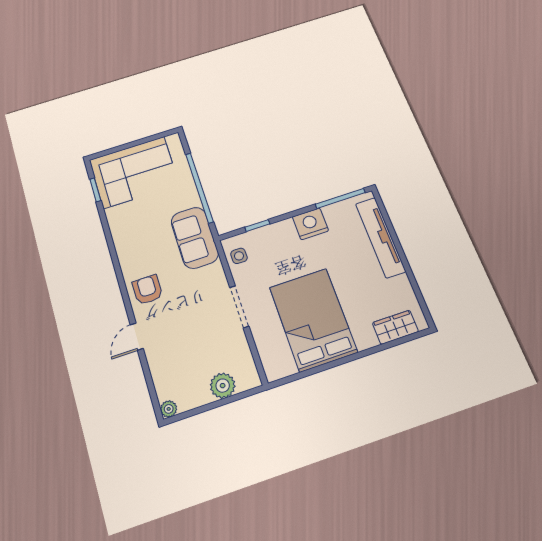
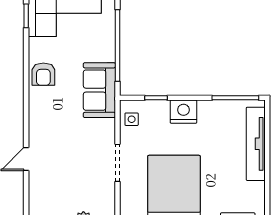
nightstand: (310, 224) -> (183, 112), moved
armchair: (147, 290) -> (43, 74), moved, turned 180

